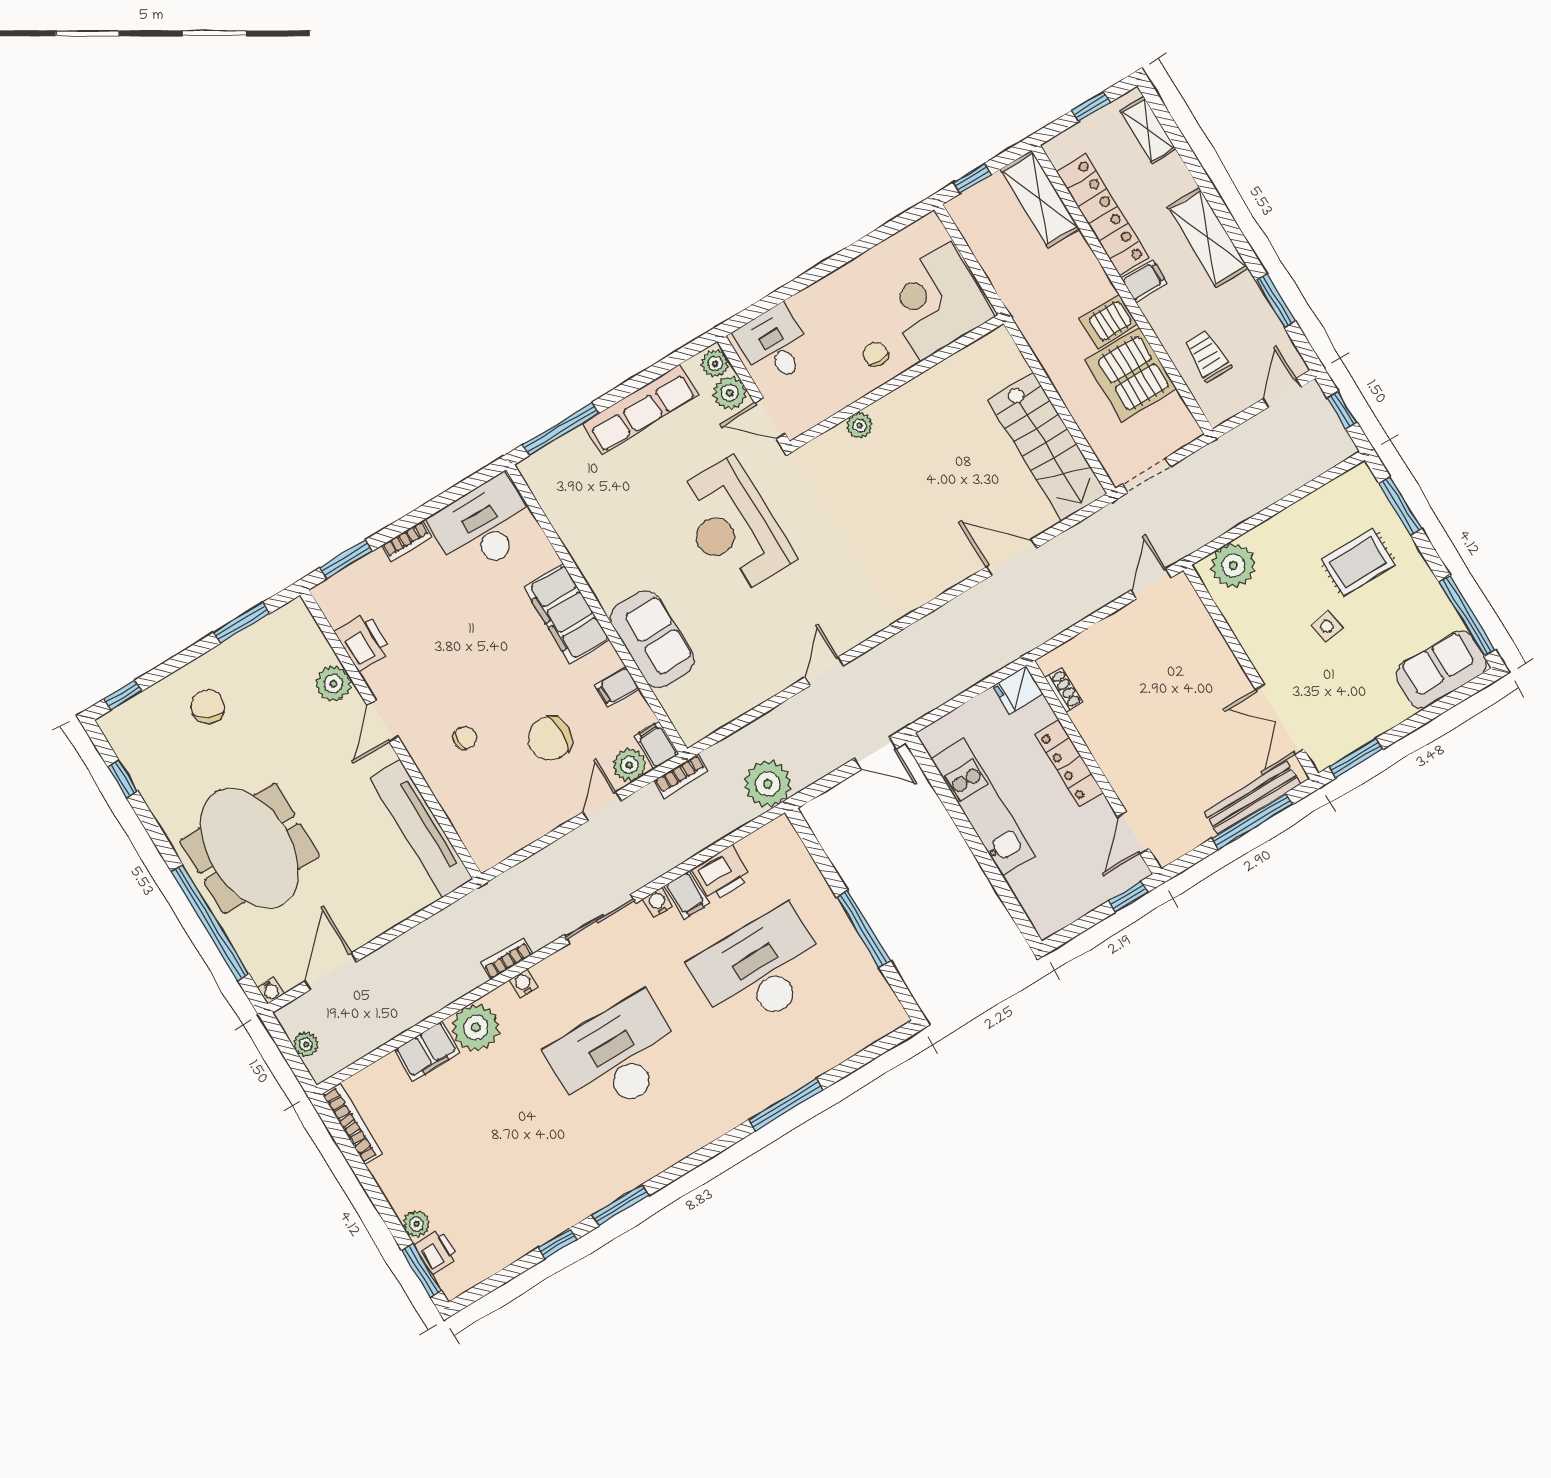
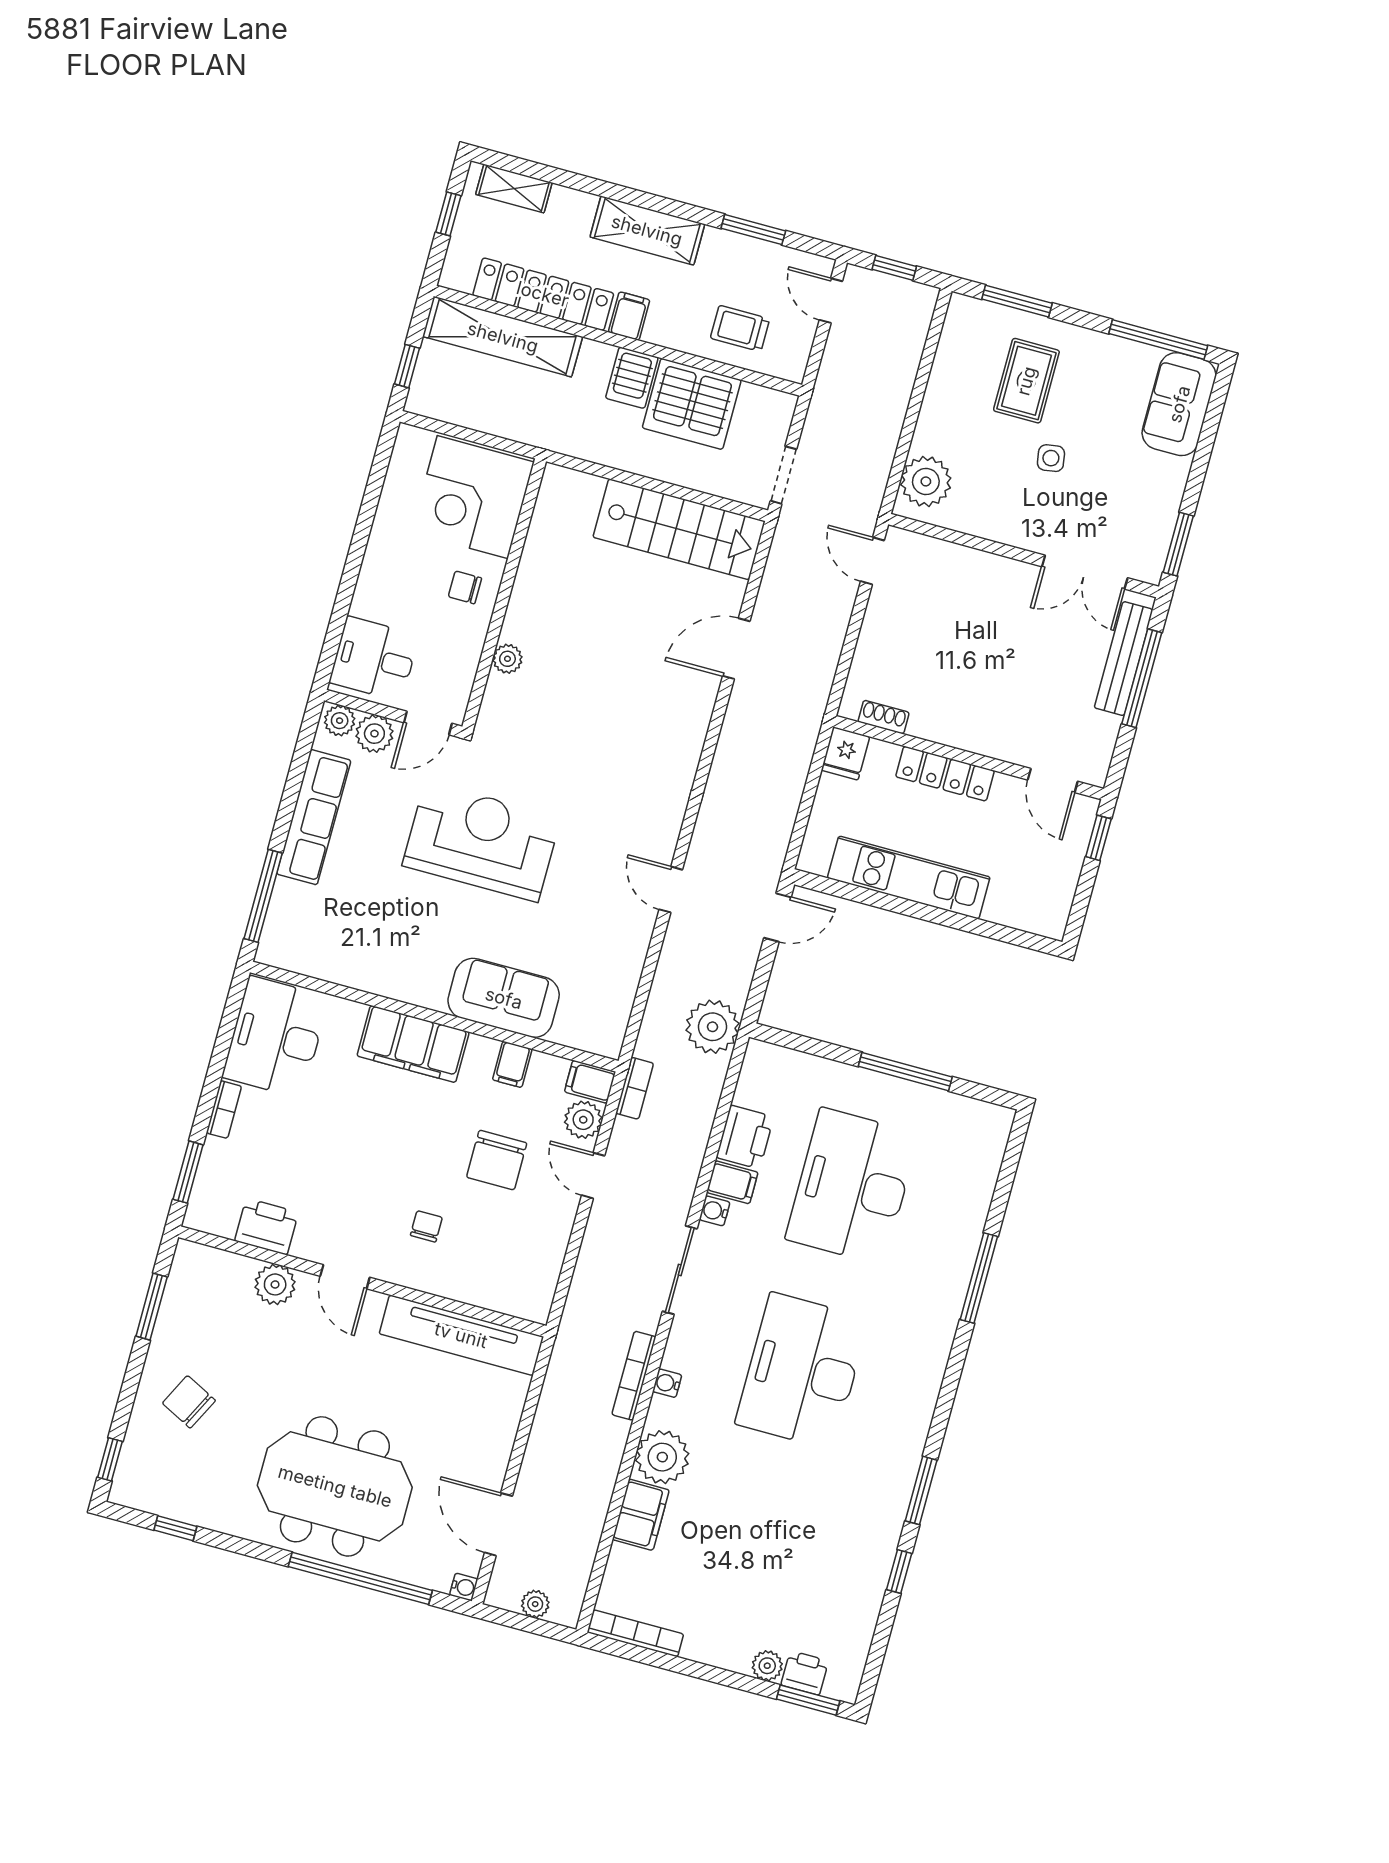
shelving: (1040, 199) -> (503, 337), width x1.47
reception desk: (733, 526) -> (481, 842), turned 180
bookcase: (507, 959) -> (634, 1376), width x1.56

